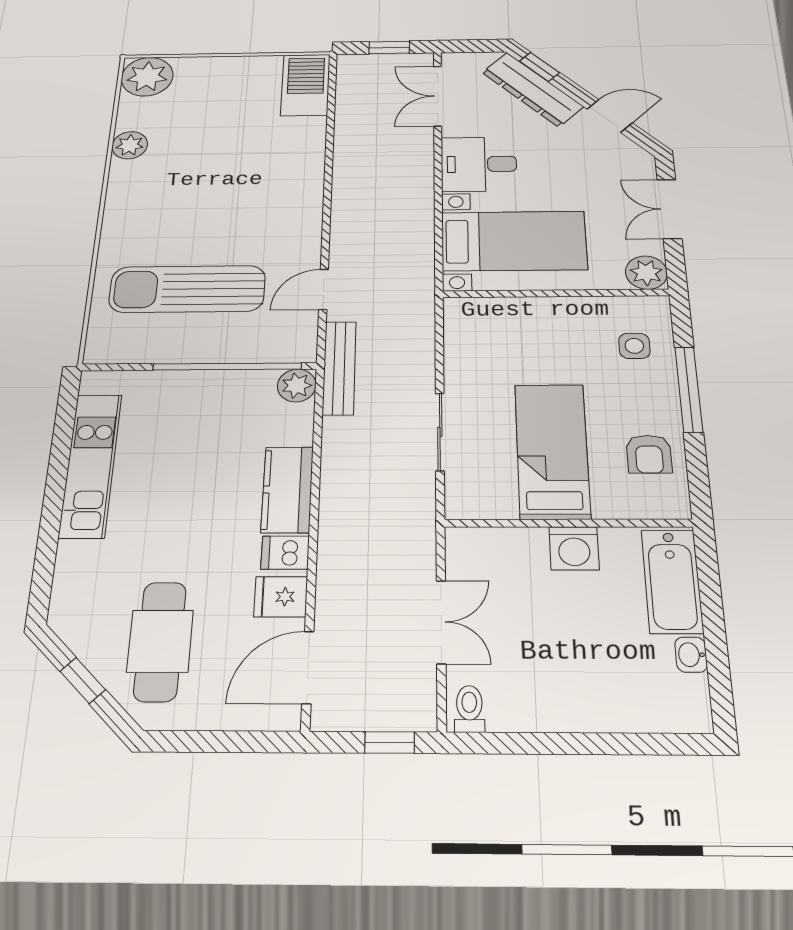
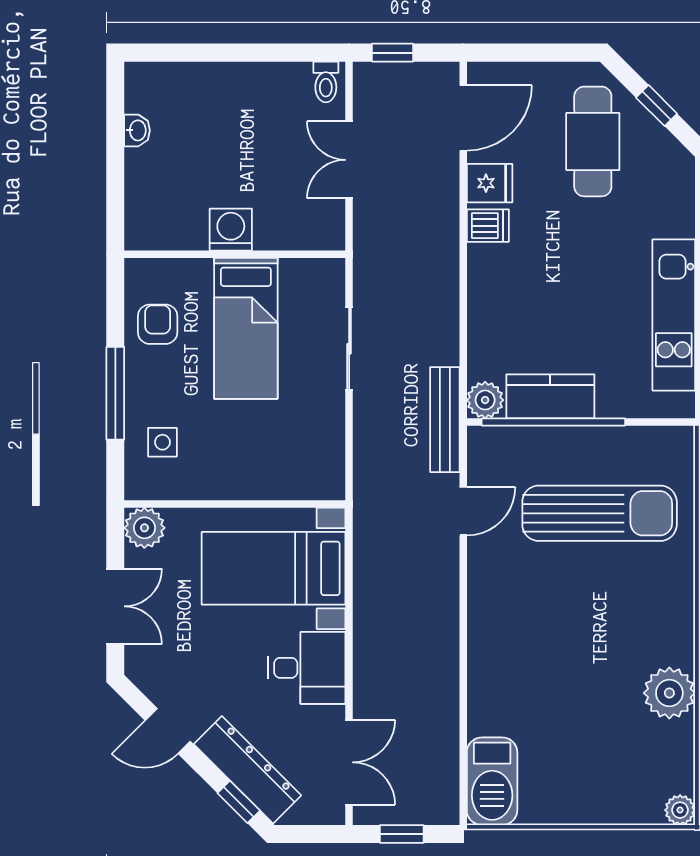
plant: (147, 77) -> (680, 810), width x0.53, depth x0.53
plant: (130, 145) -> (669, 693), width x1.36, depth x1.36
kitchen counter: (287, 489) -> (550, 396), moved, turned -90
bathtub: (672, 581) -> (147, 198), removed

